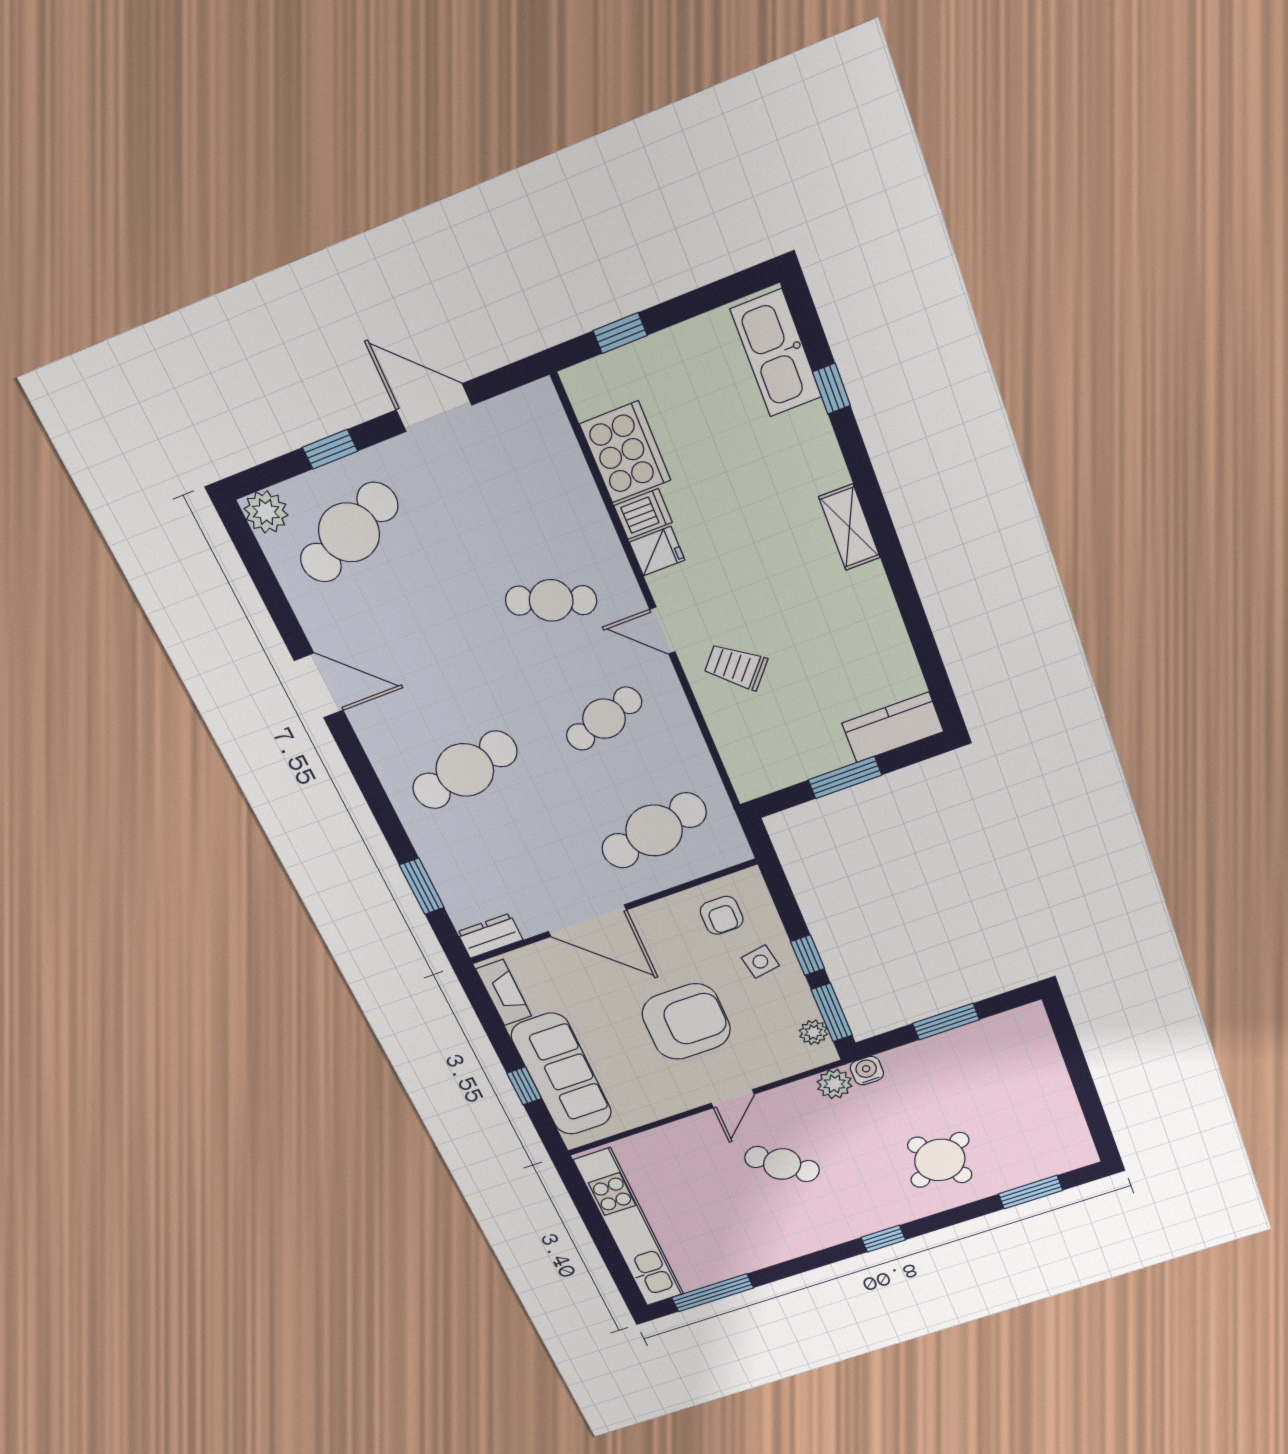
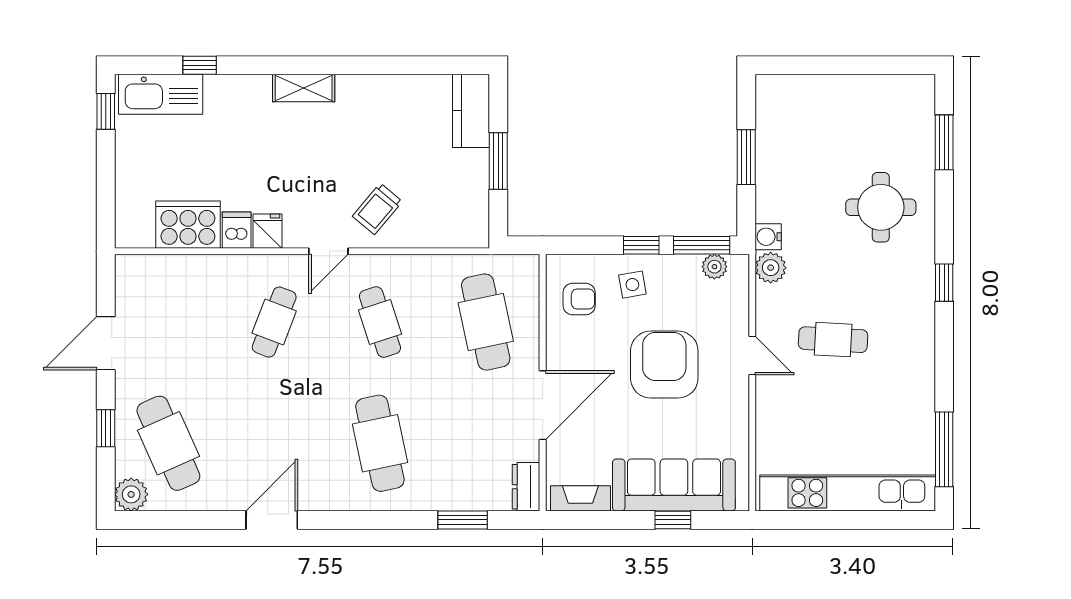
window: (620, 333) -> (106, 111), moved
round table: (940, 1160) -> (881, 207), turned 31
cafe table: (782, 1164) -> (833, 340), turned 53

